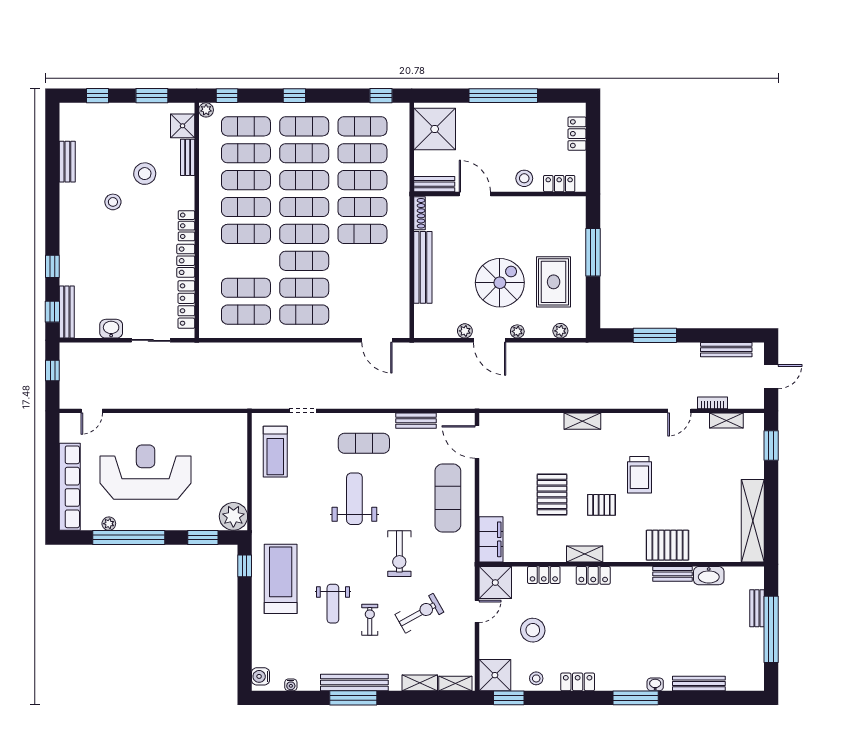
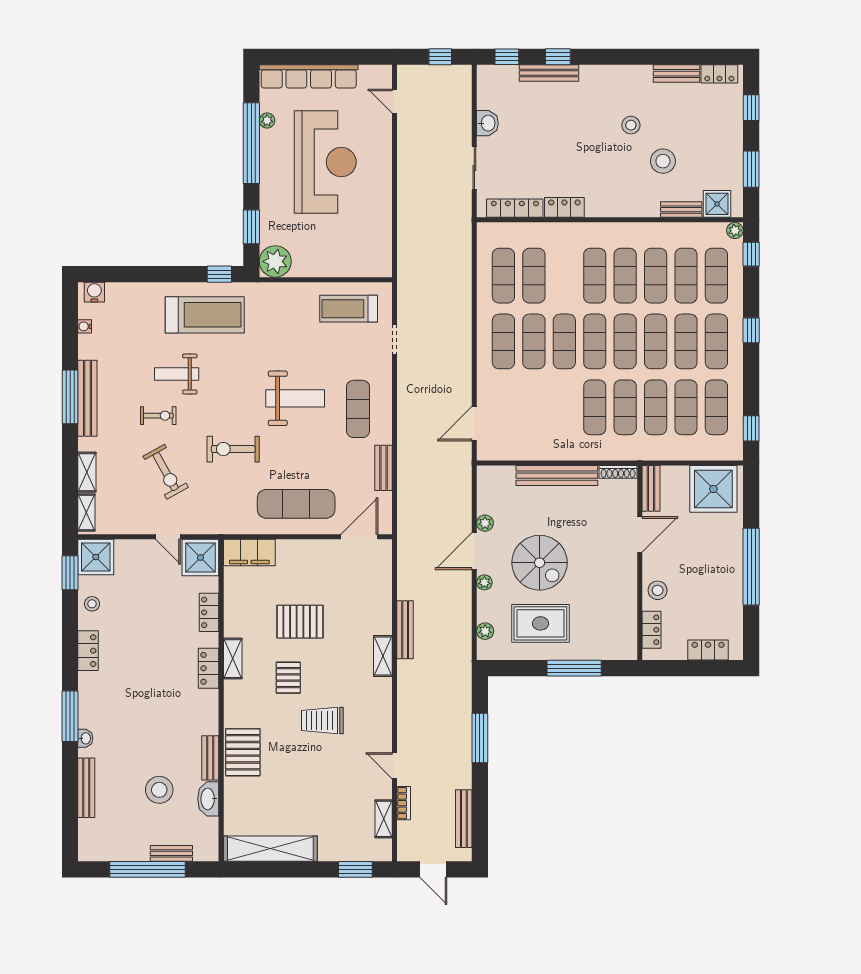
locker: (186, 226) -> (719, 74), moved, turned 180
bench: (67, 312) -> (549, 73), moved
bench: (559, 402) -> (405, 630), added
stool: (533, 630) -> (159, 790), moved

